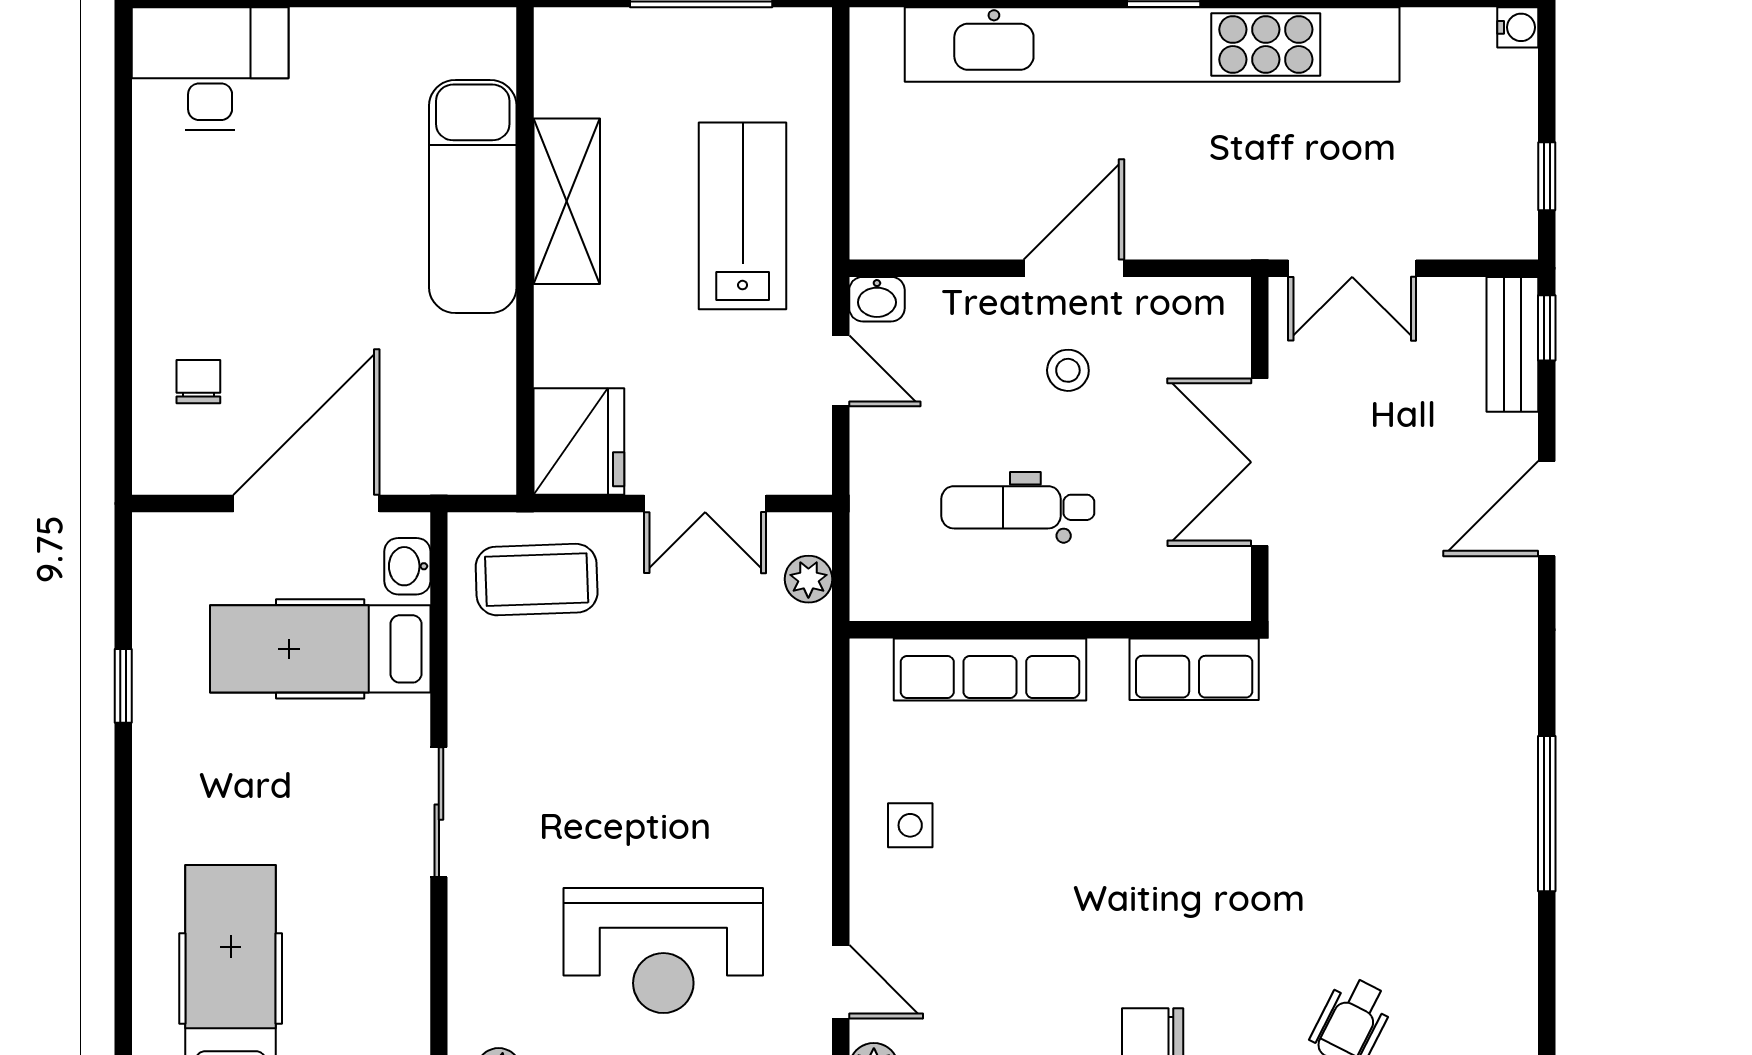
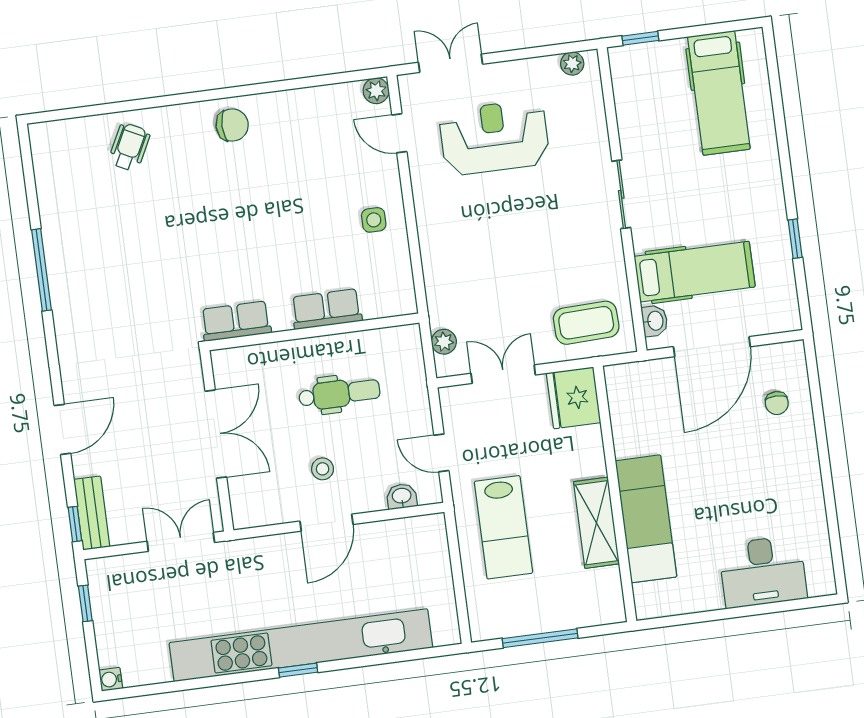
desk: (210, 68) -> (763, 572), moved
washbasin: (877, 299) -> (402, 496), moved
row of seats: (990, 670) -> (326, 309), width x0.68

